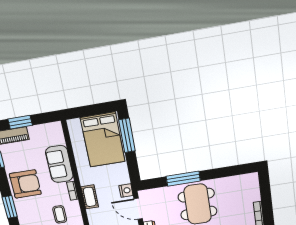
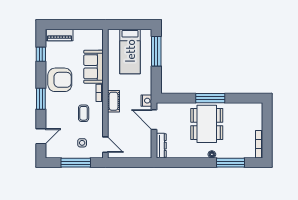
window: (20, 122) -> (69, 25), removed
bed: (103, 140) -> (130, 51), width x0.67
window: (183, 179) -> (210, 98), moved

